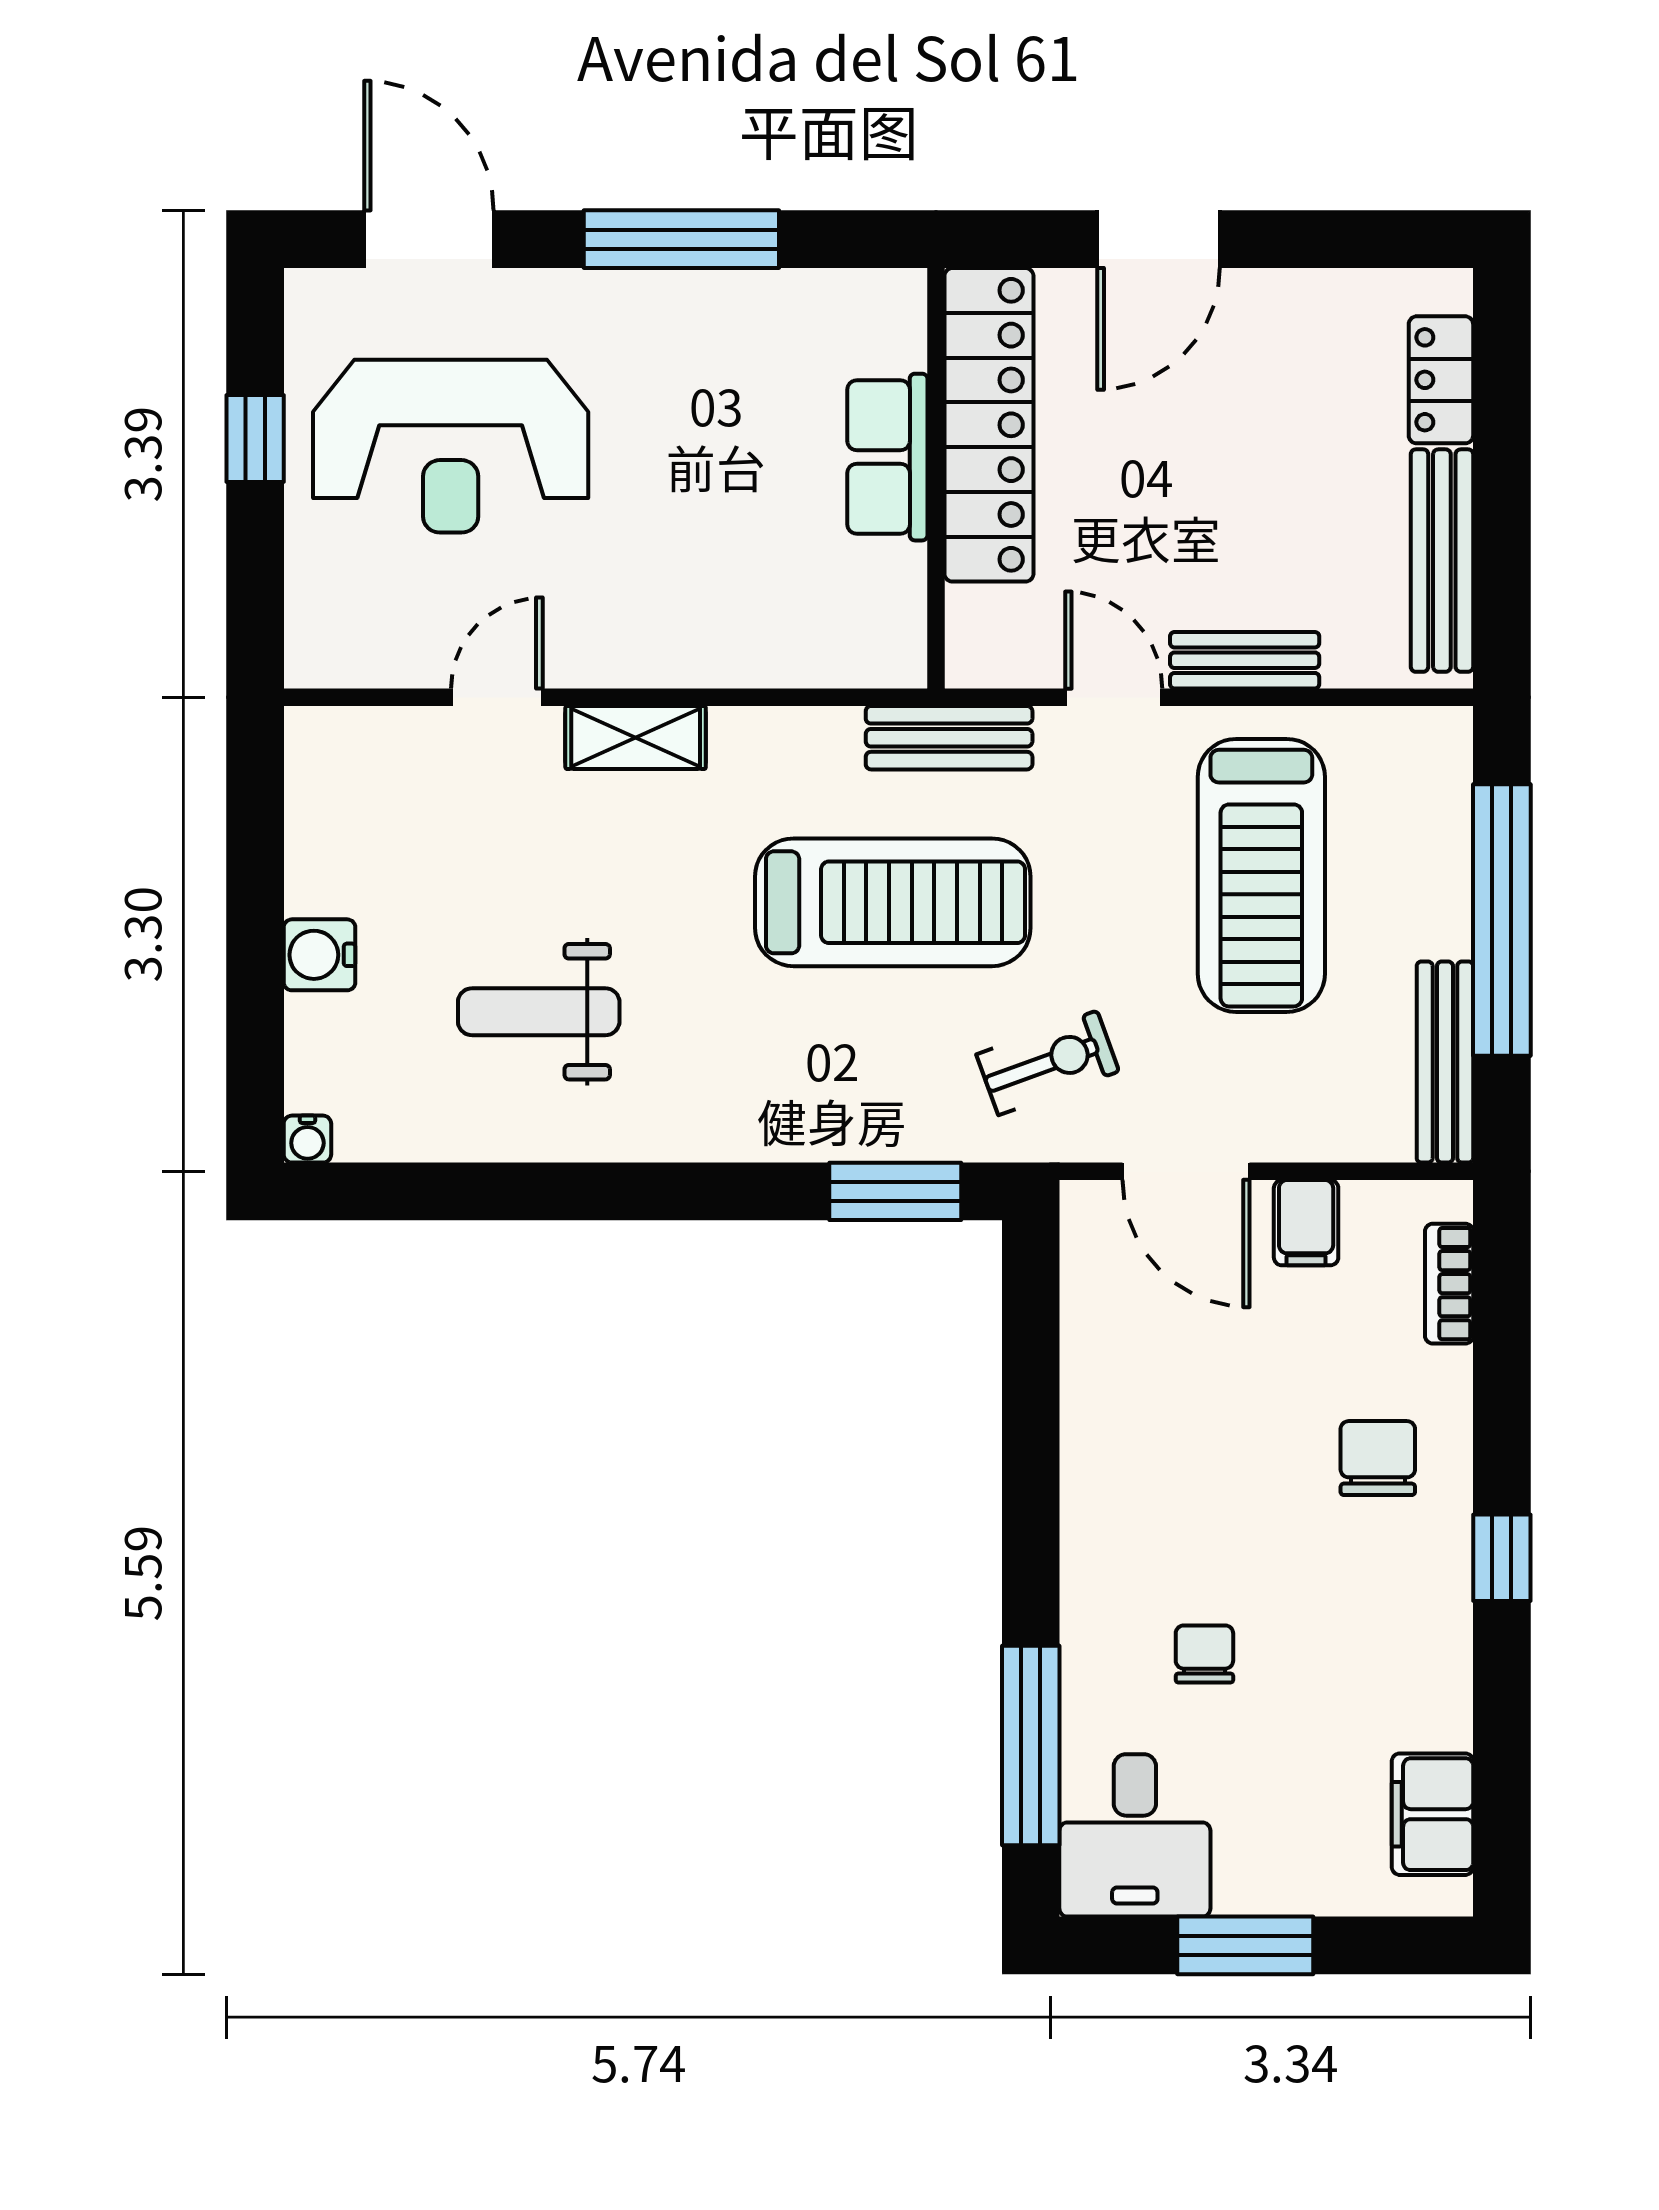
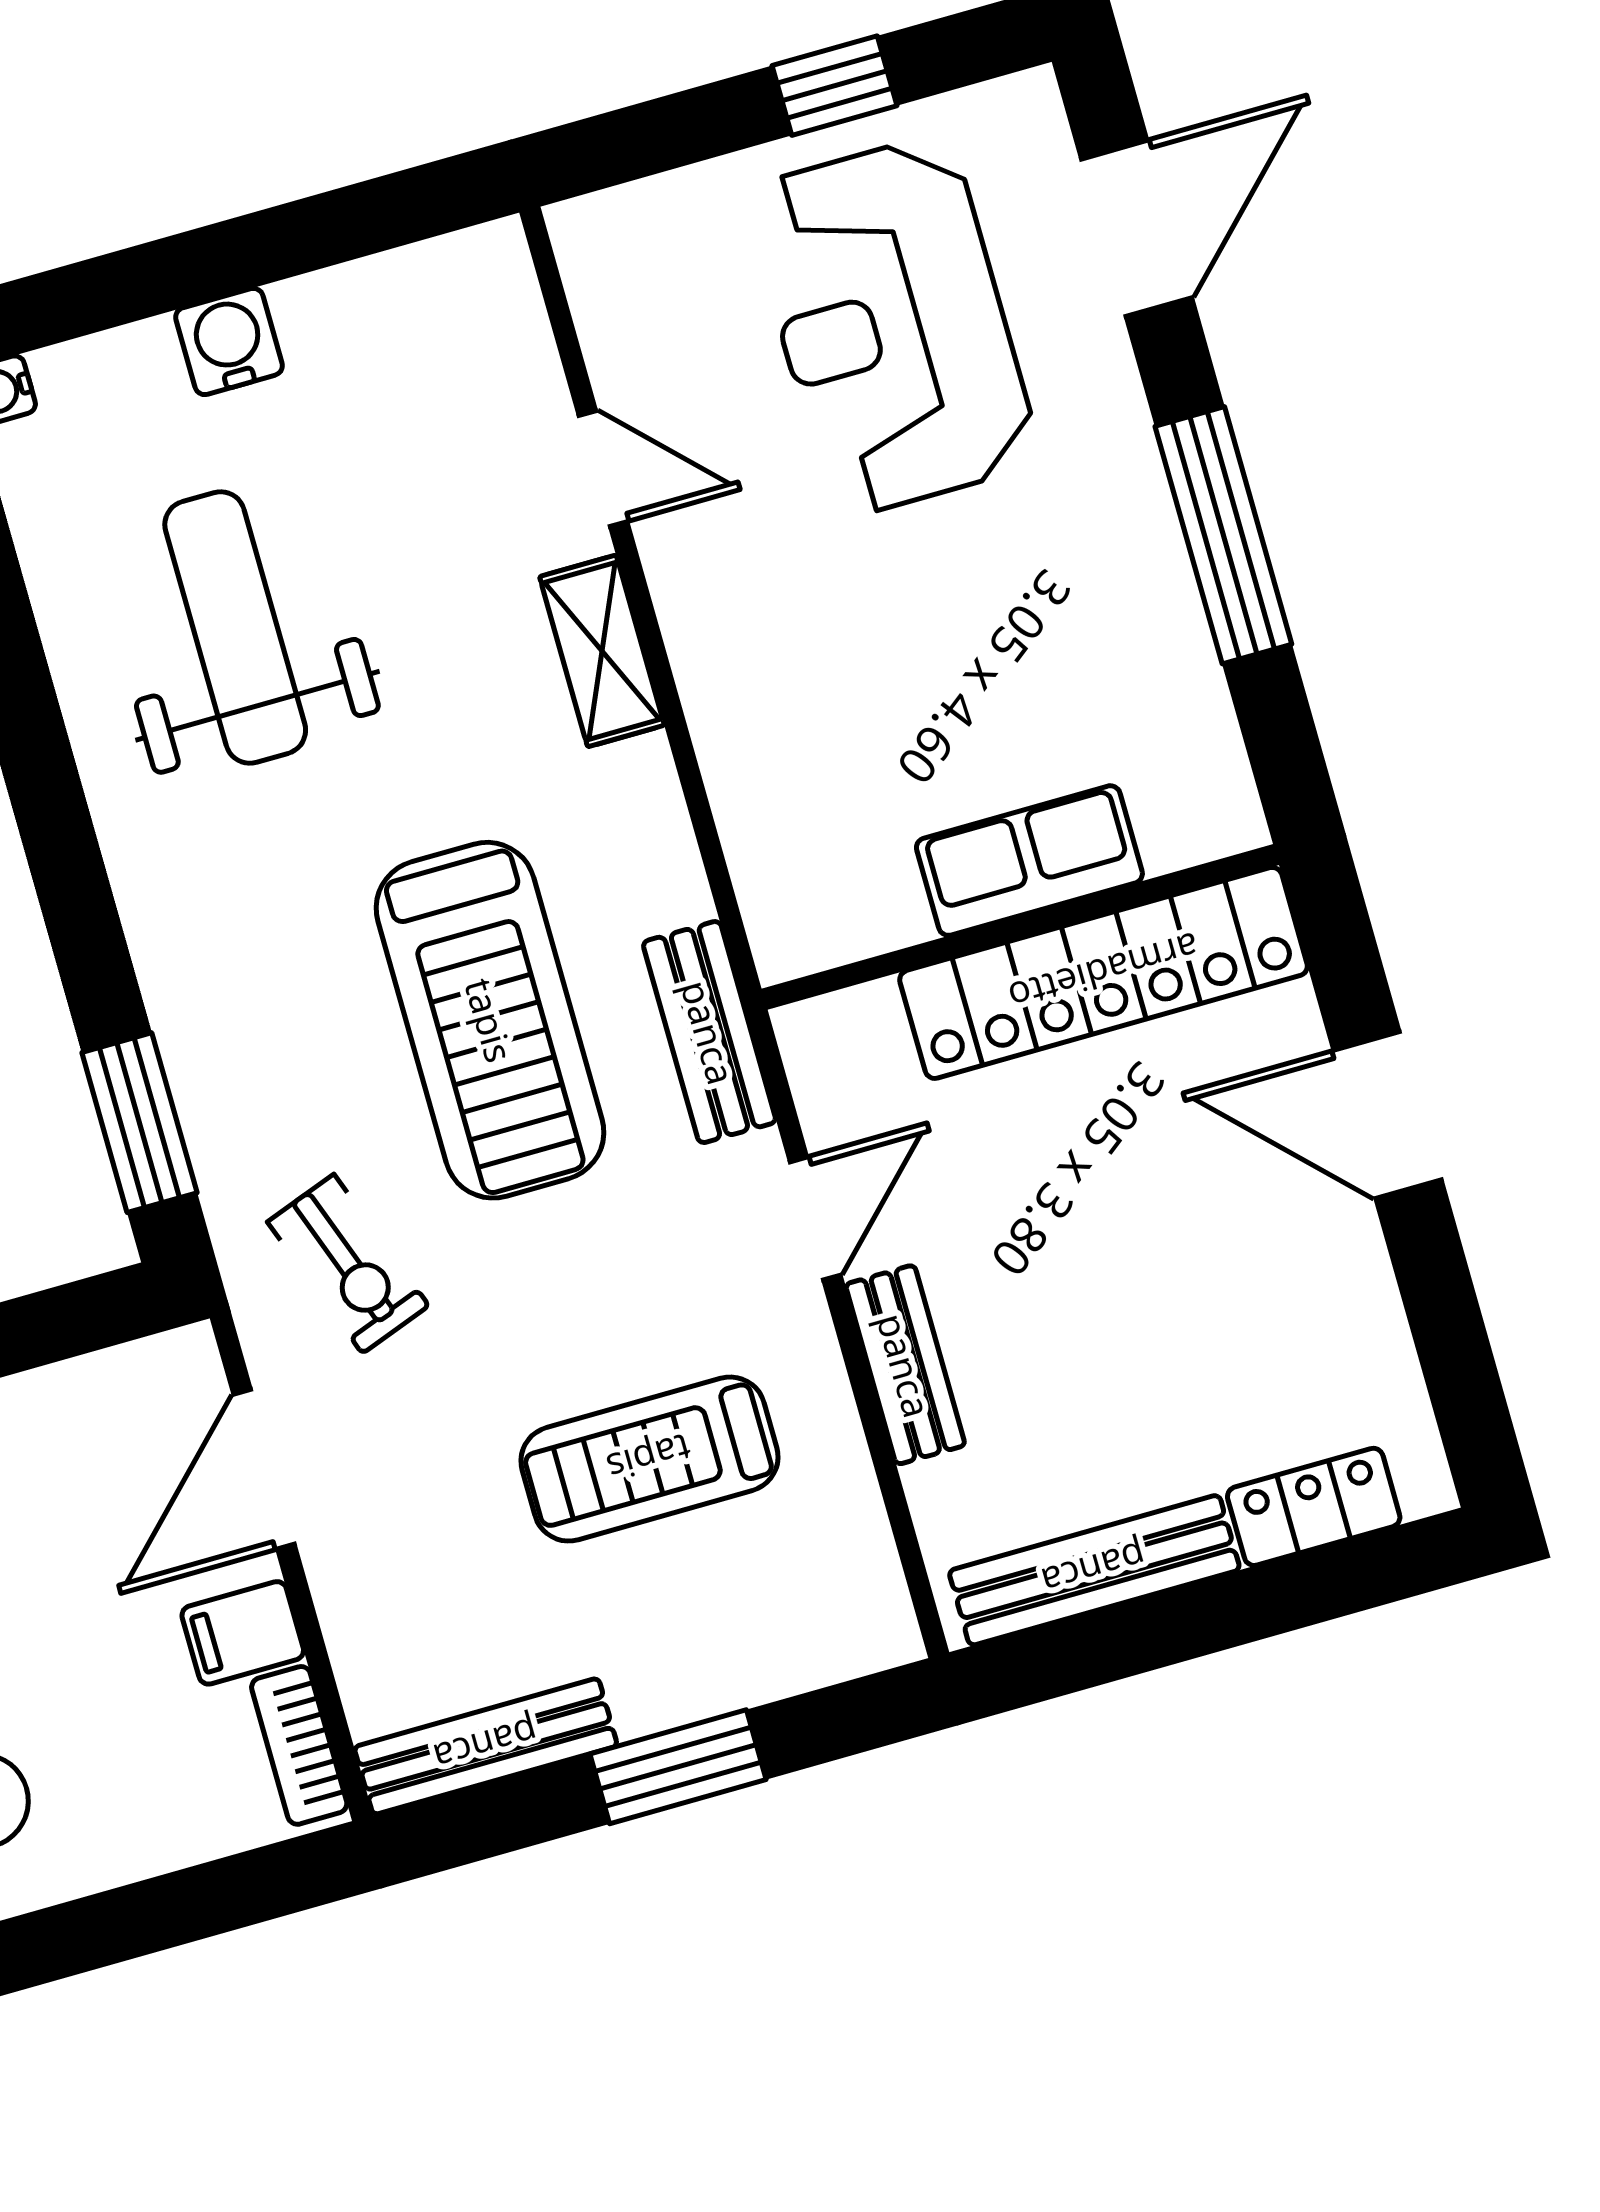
treadmill: (1261, 875) -> (649, 1459), width x0.73, depth x0.73
window: (1502, 920) -> (678, 1767), width x0.47
weight bench: (539, 1012) -> (235, 628), width x1.36, depth x1.33
bookcase: (1449, 1284) -> (299, 1745), moved, turned -90

